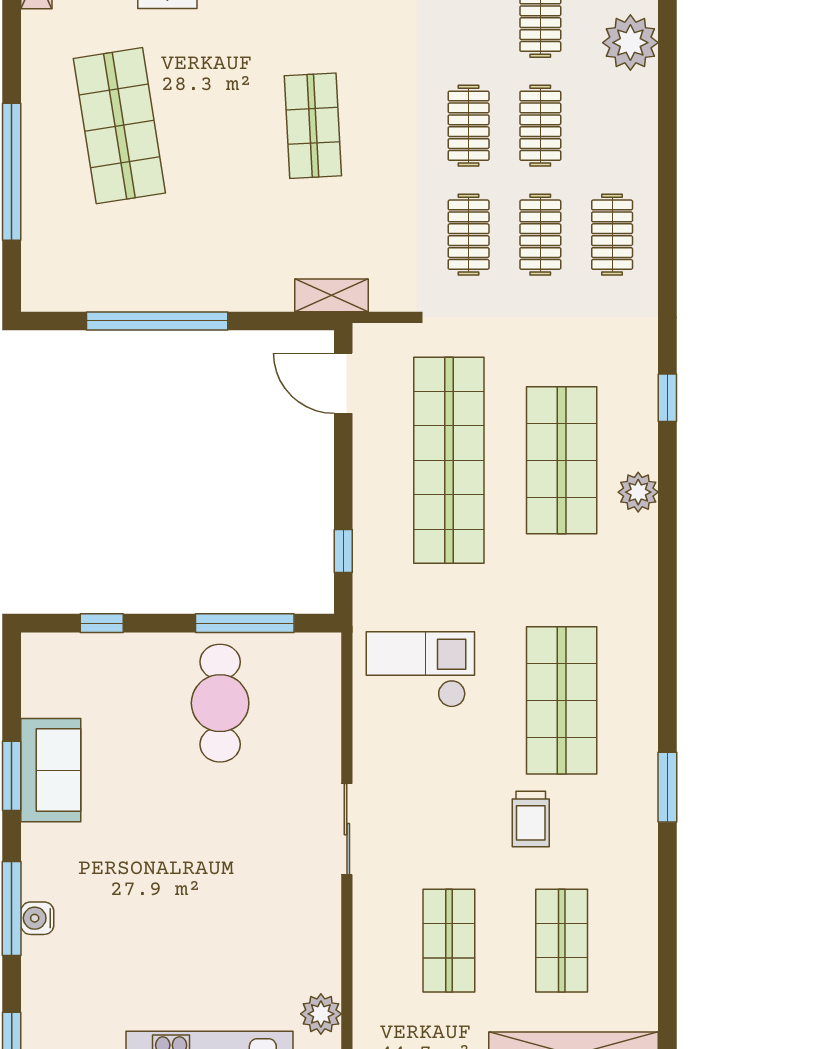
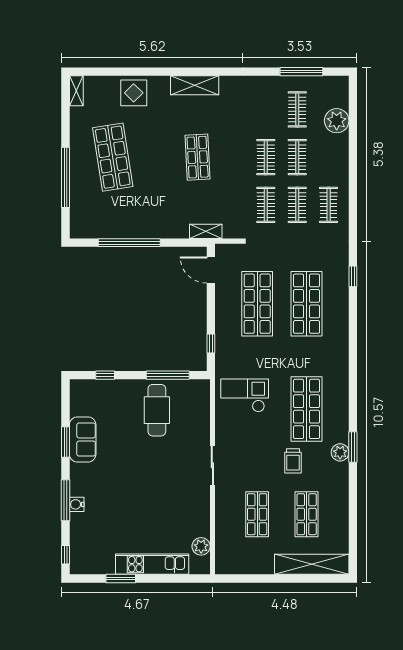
shop shelf: (449, 460) -> (257, 304), width x0.71
plant: (638, 492) -> (340, 452), moved

